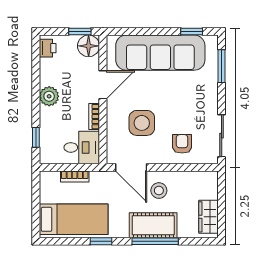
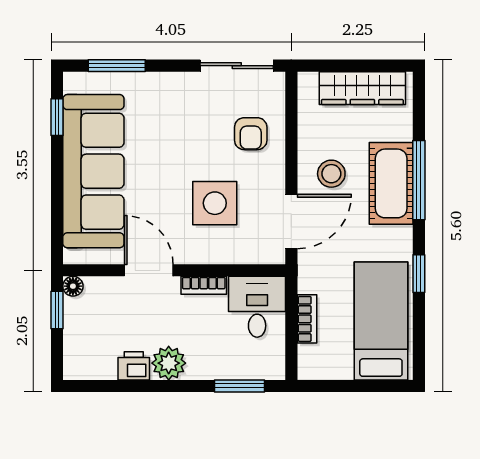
floor lamp: (89, 46) -> (73, 286), width x0.53, depth x0.53
printer: (48, 48) -> (134, 366), moved
window: (36, 137) -> (240, 386), width x1.50
armchair: (182, 144) -> (251, 134), turned -90
wardrobe: (208, 217) -> (362, 88), width x1.50

